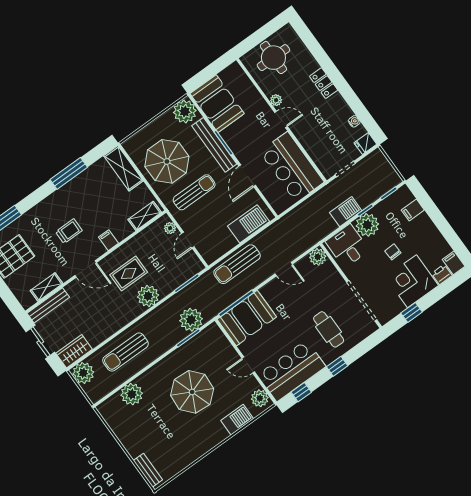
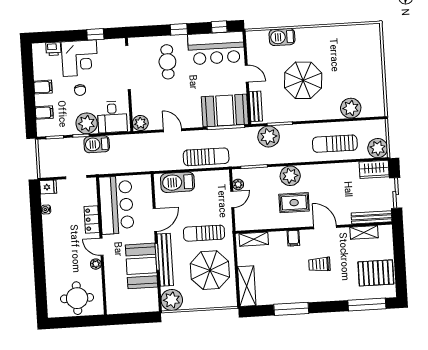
locker: (324, 83) -> (92, 219), moved, turned 180
booth: (217, 104) -> (141, 266), moved
plant: (170, 228) -> (238, 184), moved
filing cabinet: (454, 263) -> (43, 87), moved, turned -90
sun lounger: (126, 352) -> (335, 144), turned 180
plant: (260, 398) -> (254, 42), removed
bench: (148, 470) -> (256, 106), moved

